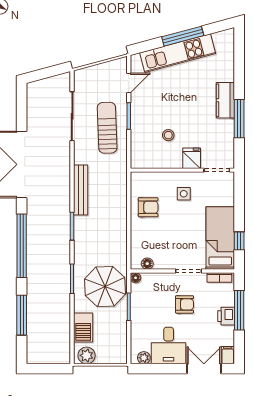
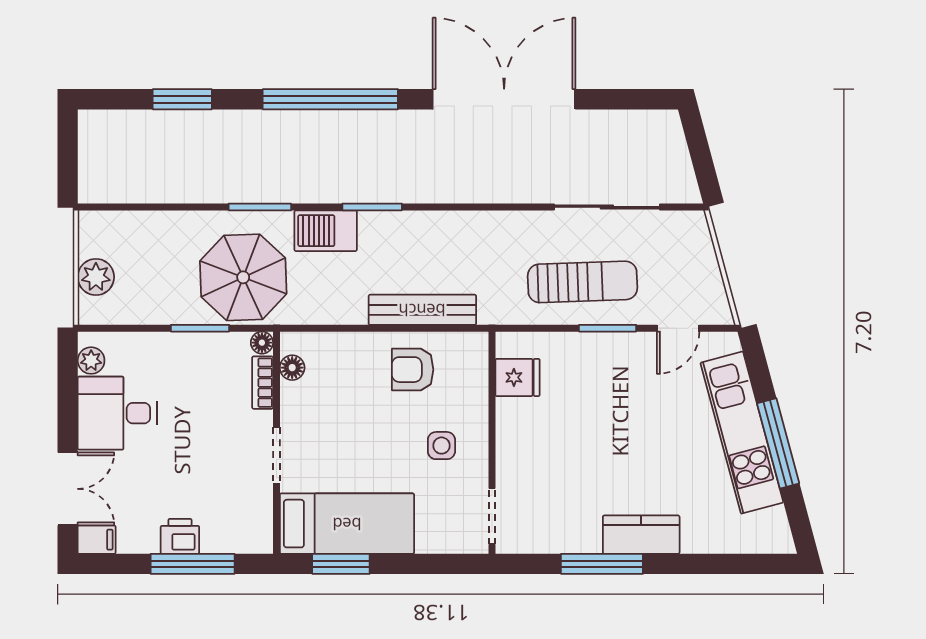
door: (129, 83) -> (678, 328), hinge flipped
stool: (168, 135) -> (567, 413), removed
fridge: (192, 158) -> (518, 377), moved
bench: (81, 190) -> (422, 310), moved
armchair: (148, 207) -> (413, 370), turned 90
window: (239, 241) -> (341, 564), width x1.50
bookcase: (219, 277) -> (263, 383), moved
armchair: (184, 304) -> (205, 447), removed
window: (22, 315) -> (182, 99), width x0.69
barbecue: (83, 327) -> (326, 231), moved
plant: (87, 355) -> (96, 277), moved

